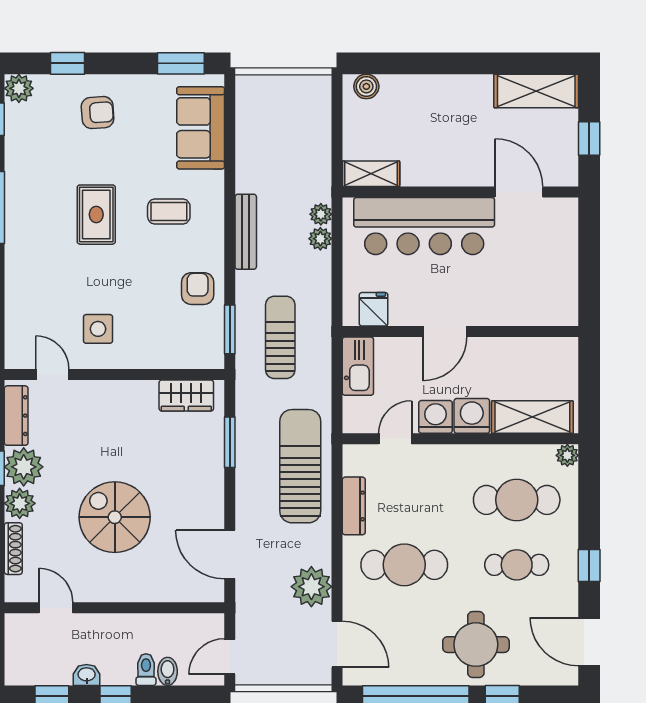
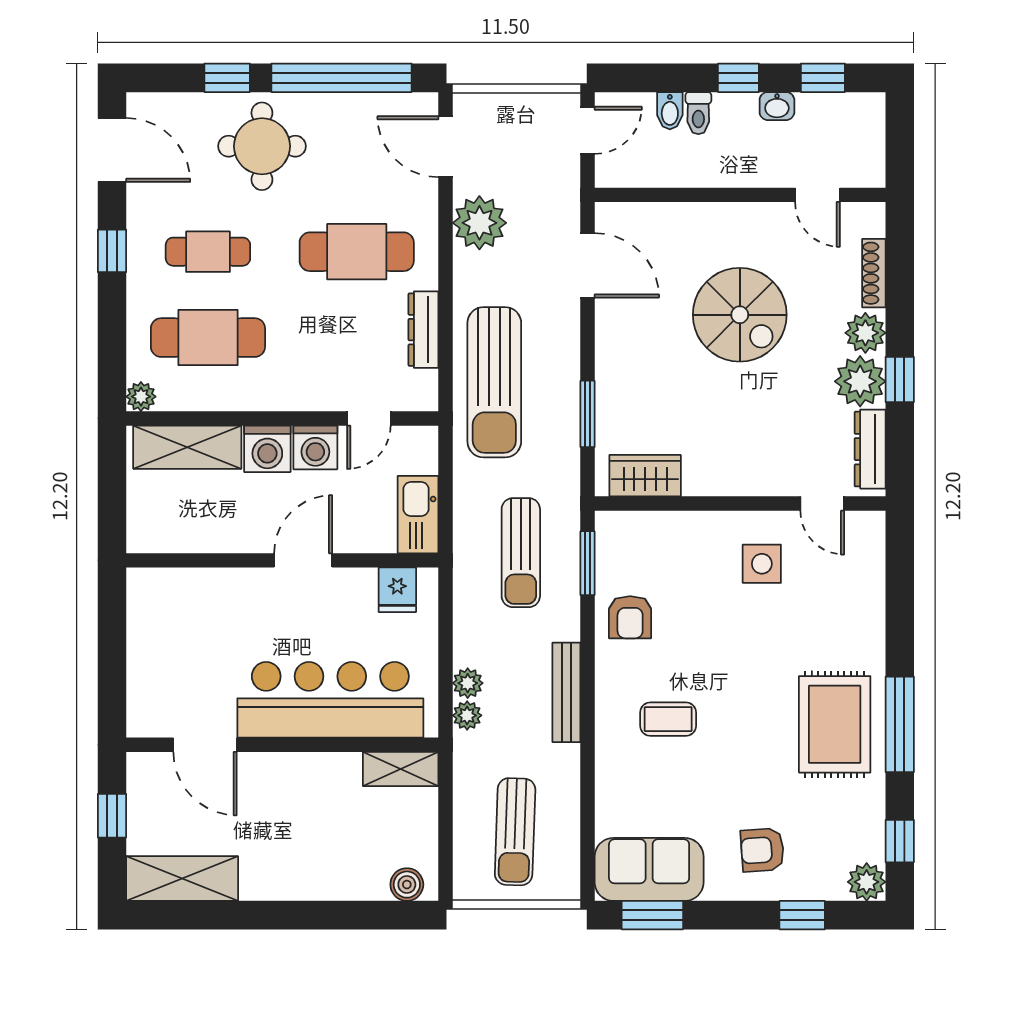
sun lounger: (285, 126) -> (515, 832), added
sofa: (201, 128) -> (649, 869), moved, turned -90
rug: (96, 215) -> (835, 724), moved, width x1.36, depth x1.43

